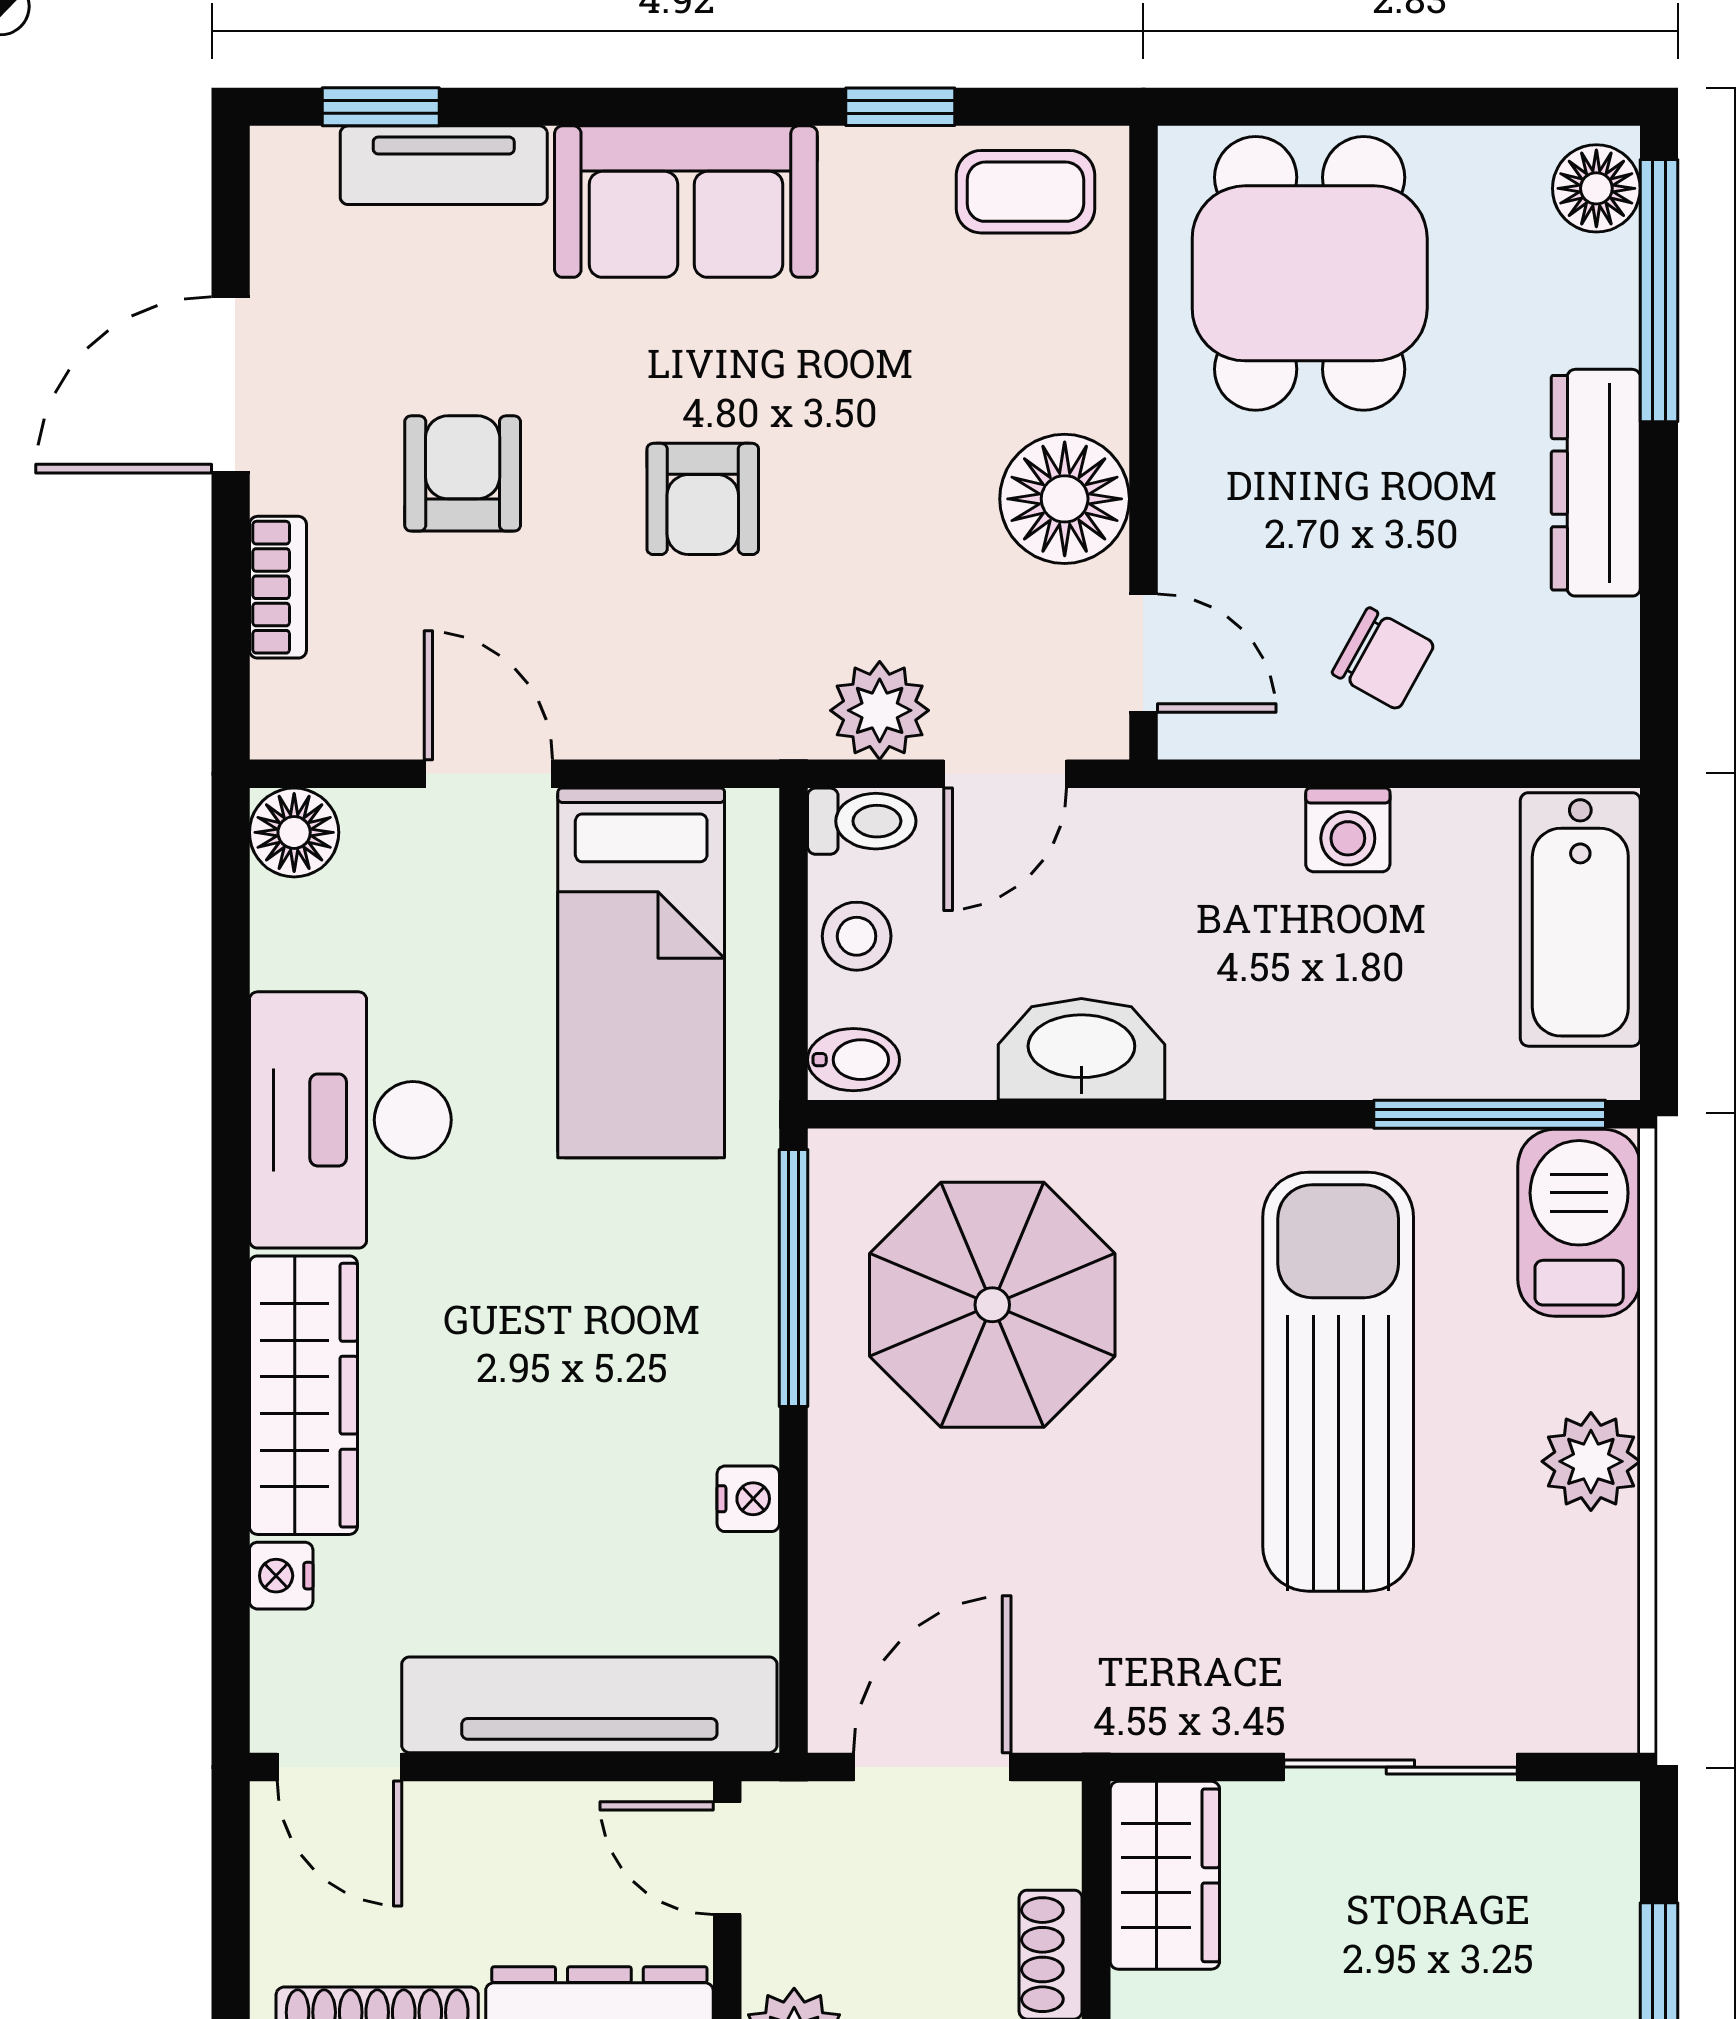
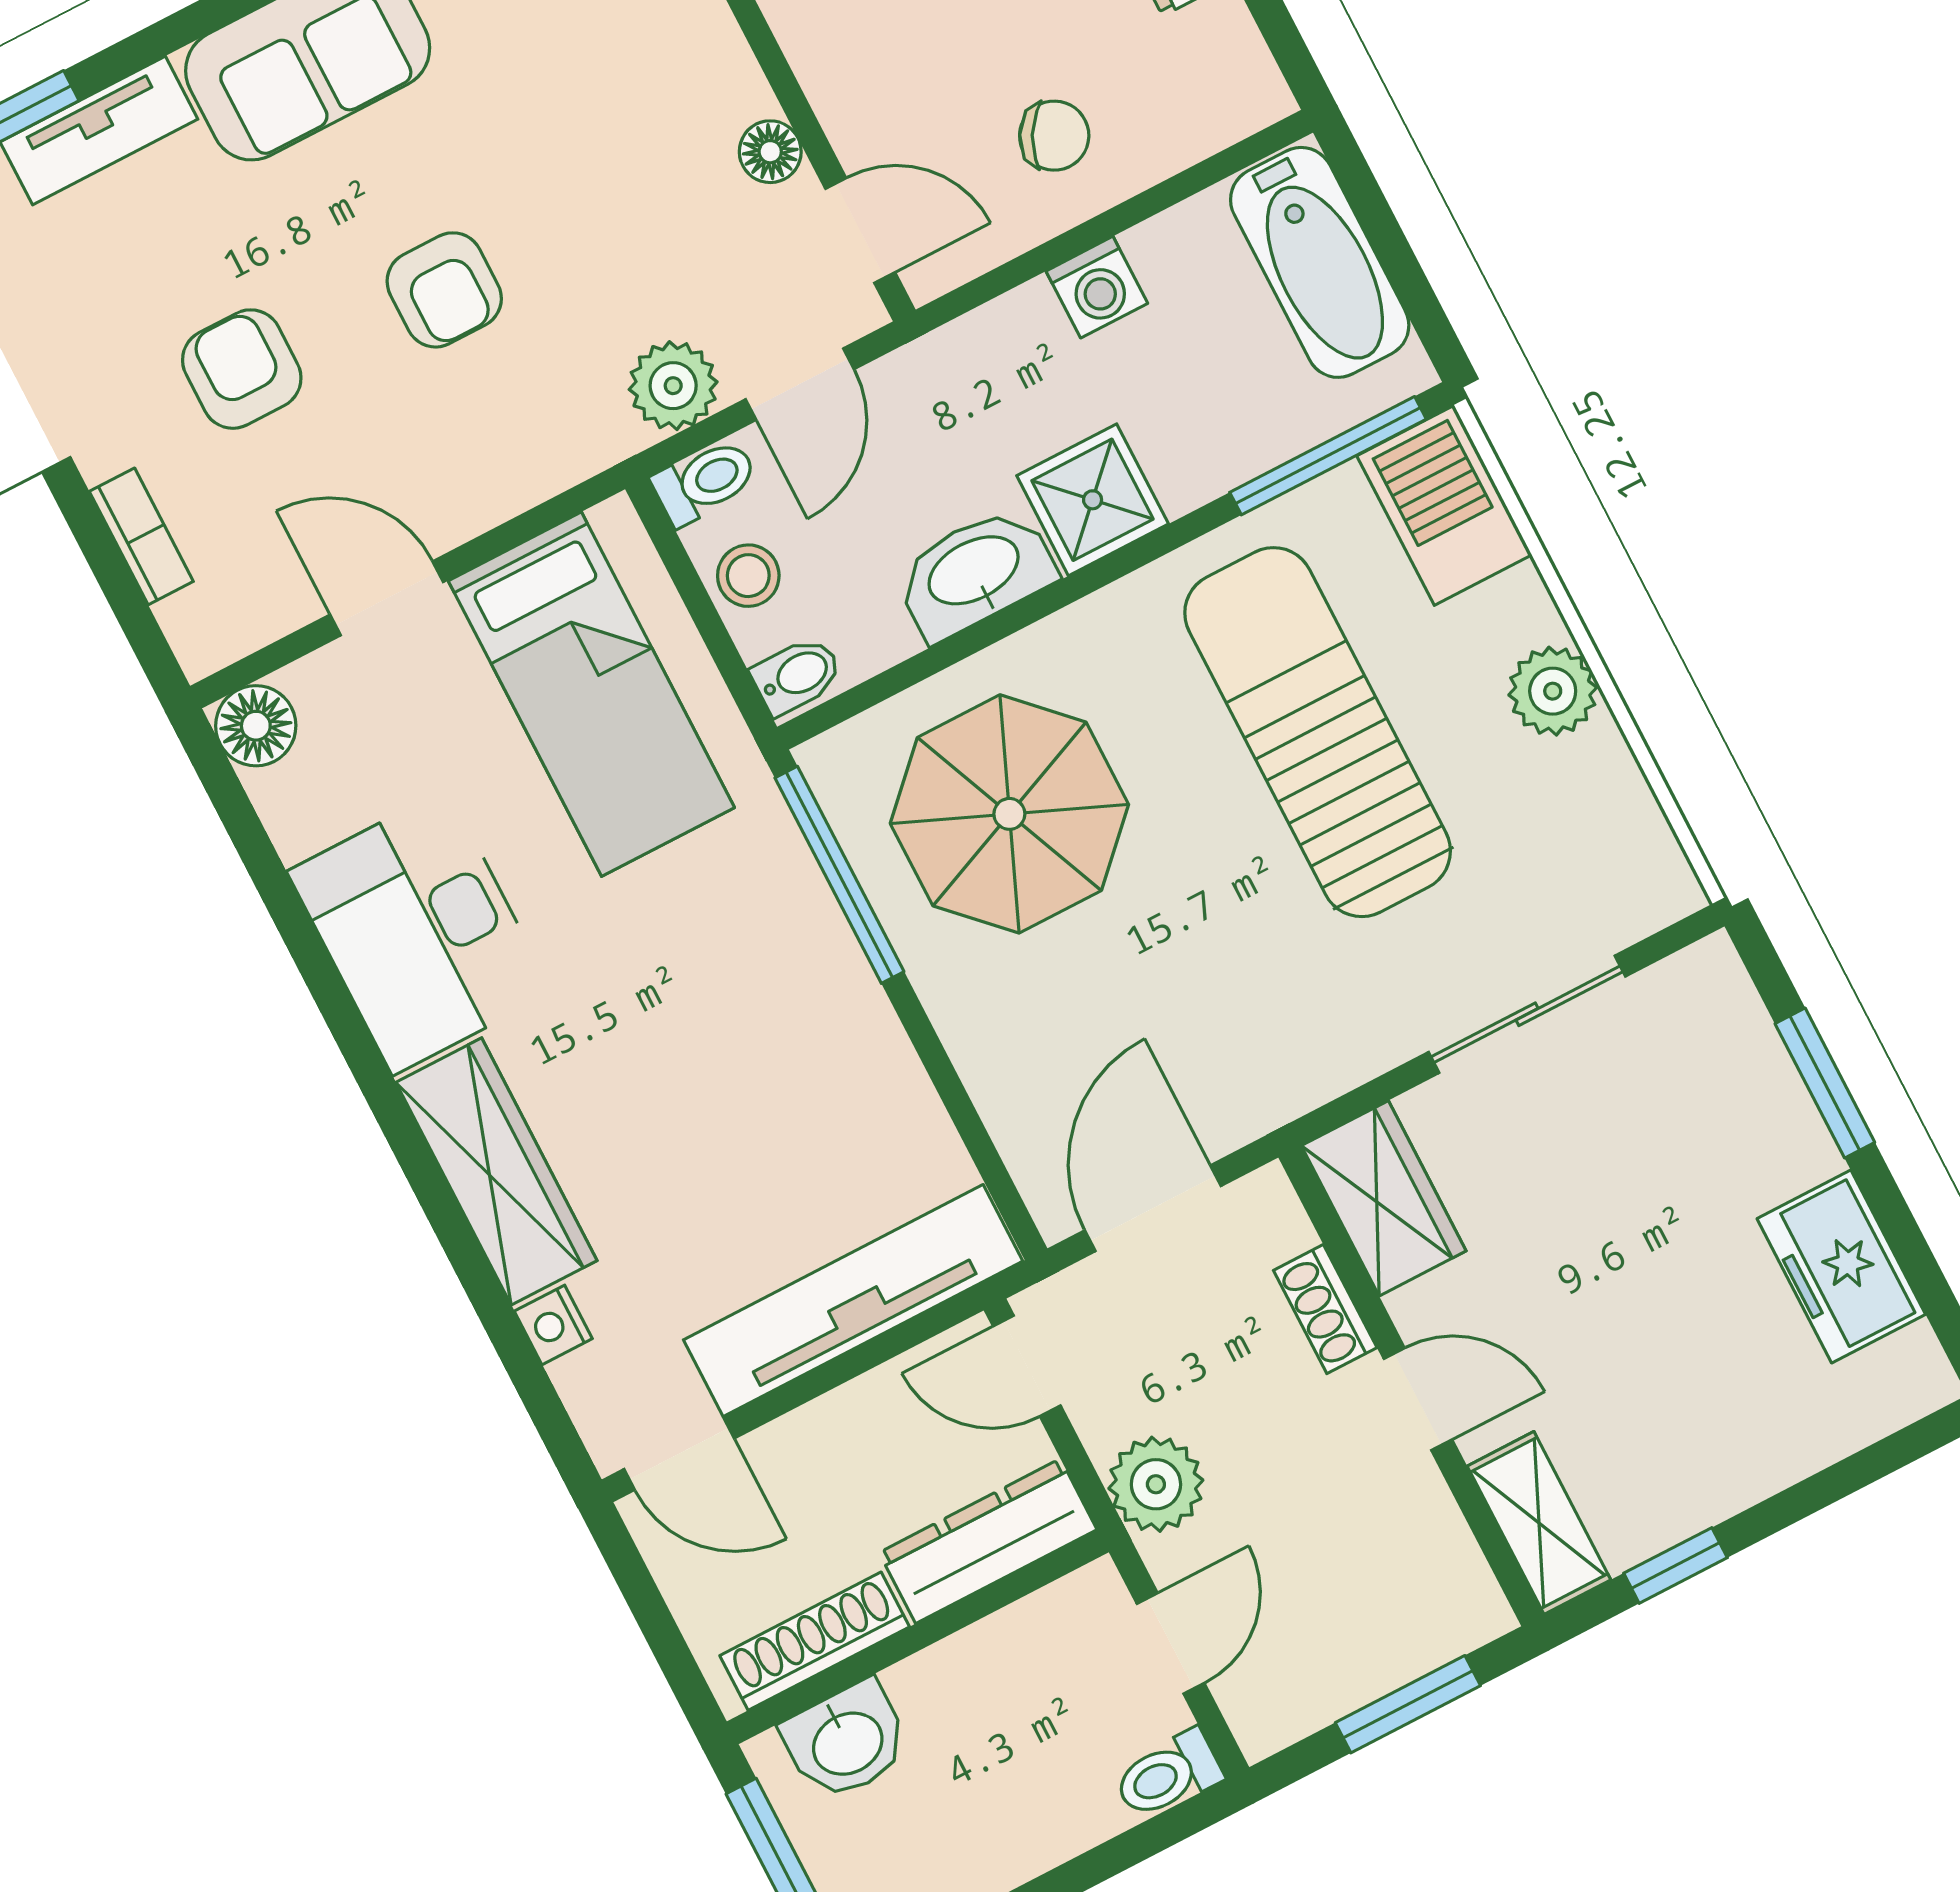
floor lamp: (1065, 499) -> (770, 152), width x0.53, depth x0.53
shower: (1235, 1037) -> (1093, 500), added
nightstand: (748, 1499) -> (895, 1070), removed

